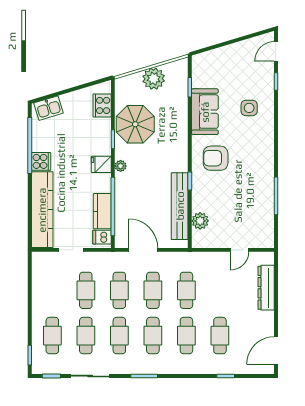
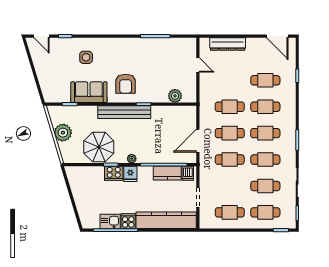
cooker: (102, 105) -> (114, 173), moved
kitchen sink: (48, 108) -> (110, 221), moved, turned -73
bench: (180, 206) -> (124, 112), moved
cafe table: (86, 290) -> (230, 212), moved

